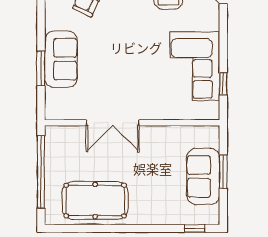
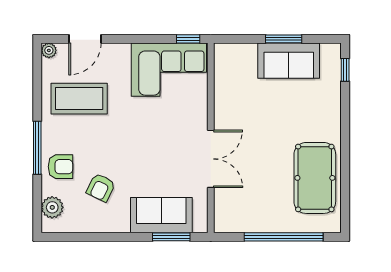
double door: (113, 123) -> (211, 159), moved
wall: (132, 123) -> (211, 138), moved

